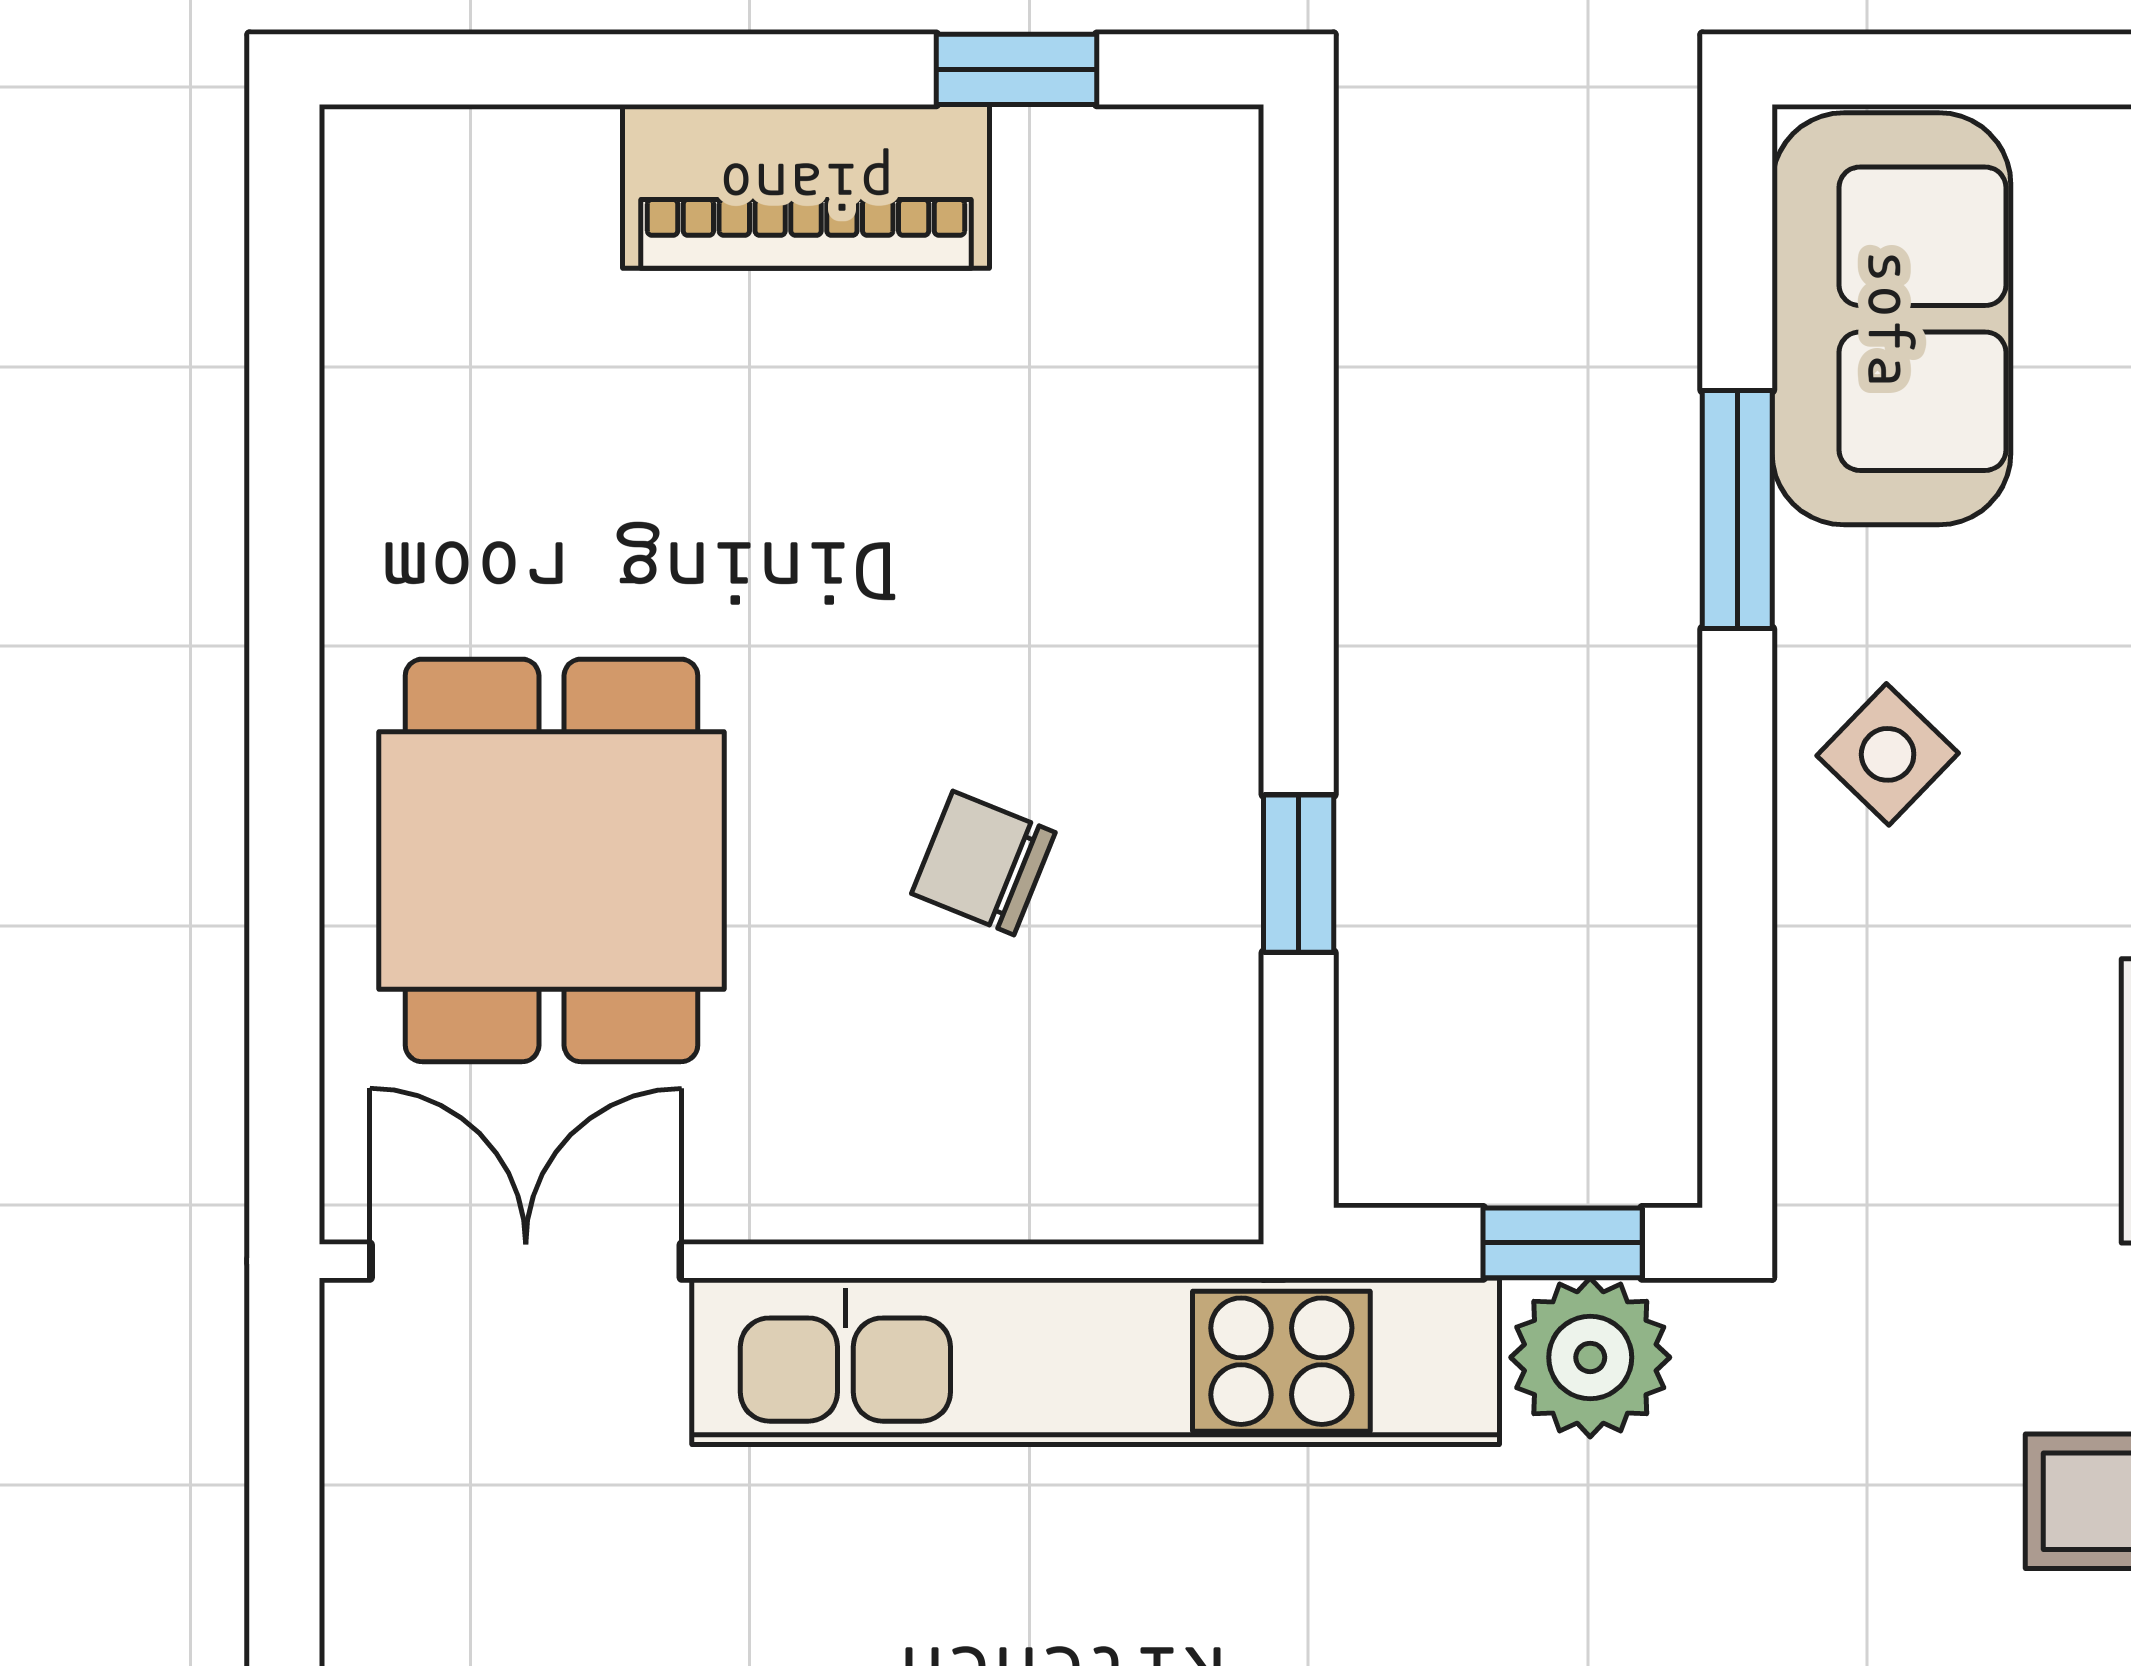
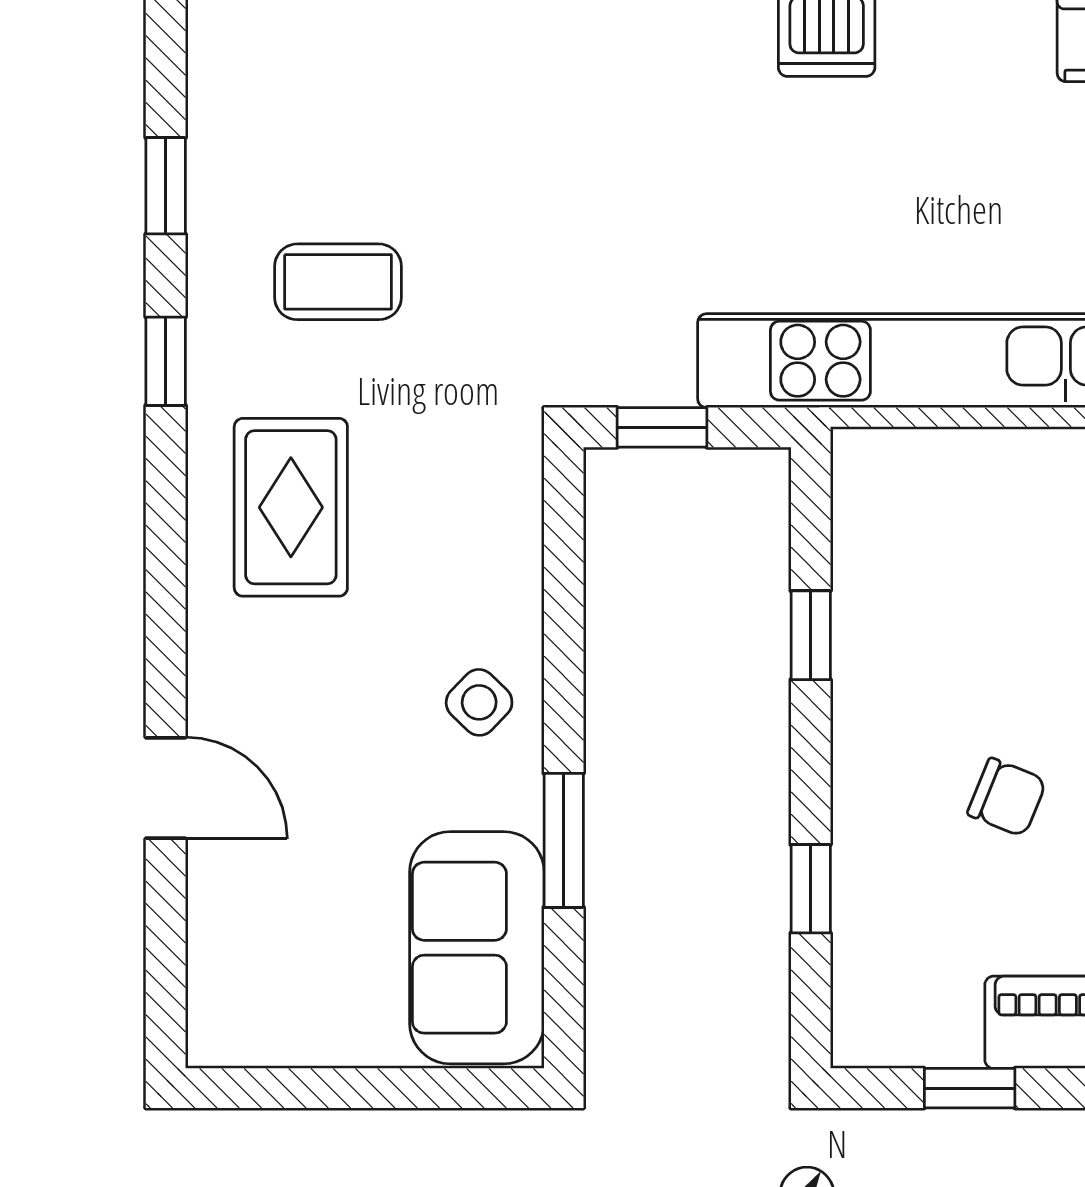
window: (1299, 423) -> (811, 889), added
chair: (983, 863) -> (1007, 797), moved
plant: (1590, 1357) -> (646, 363), removed

